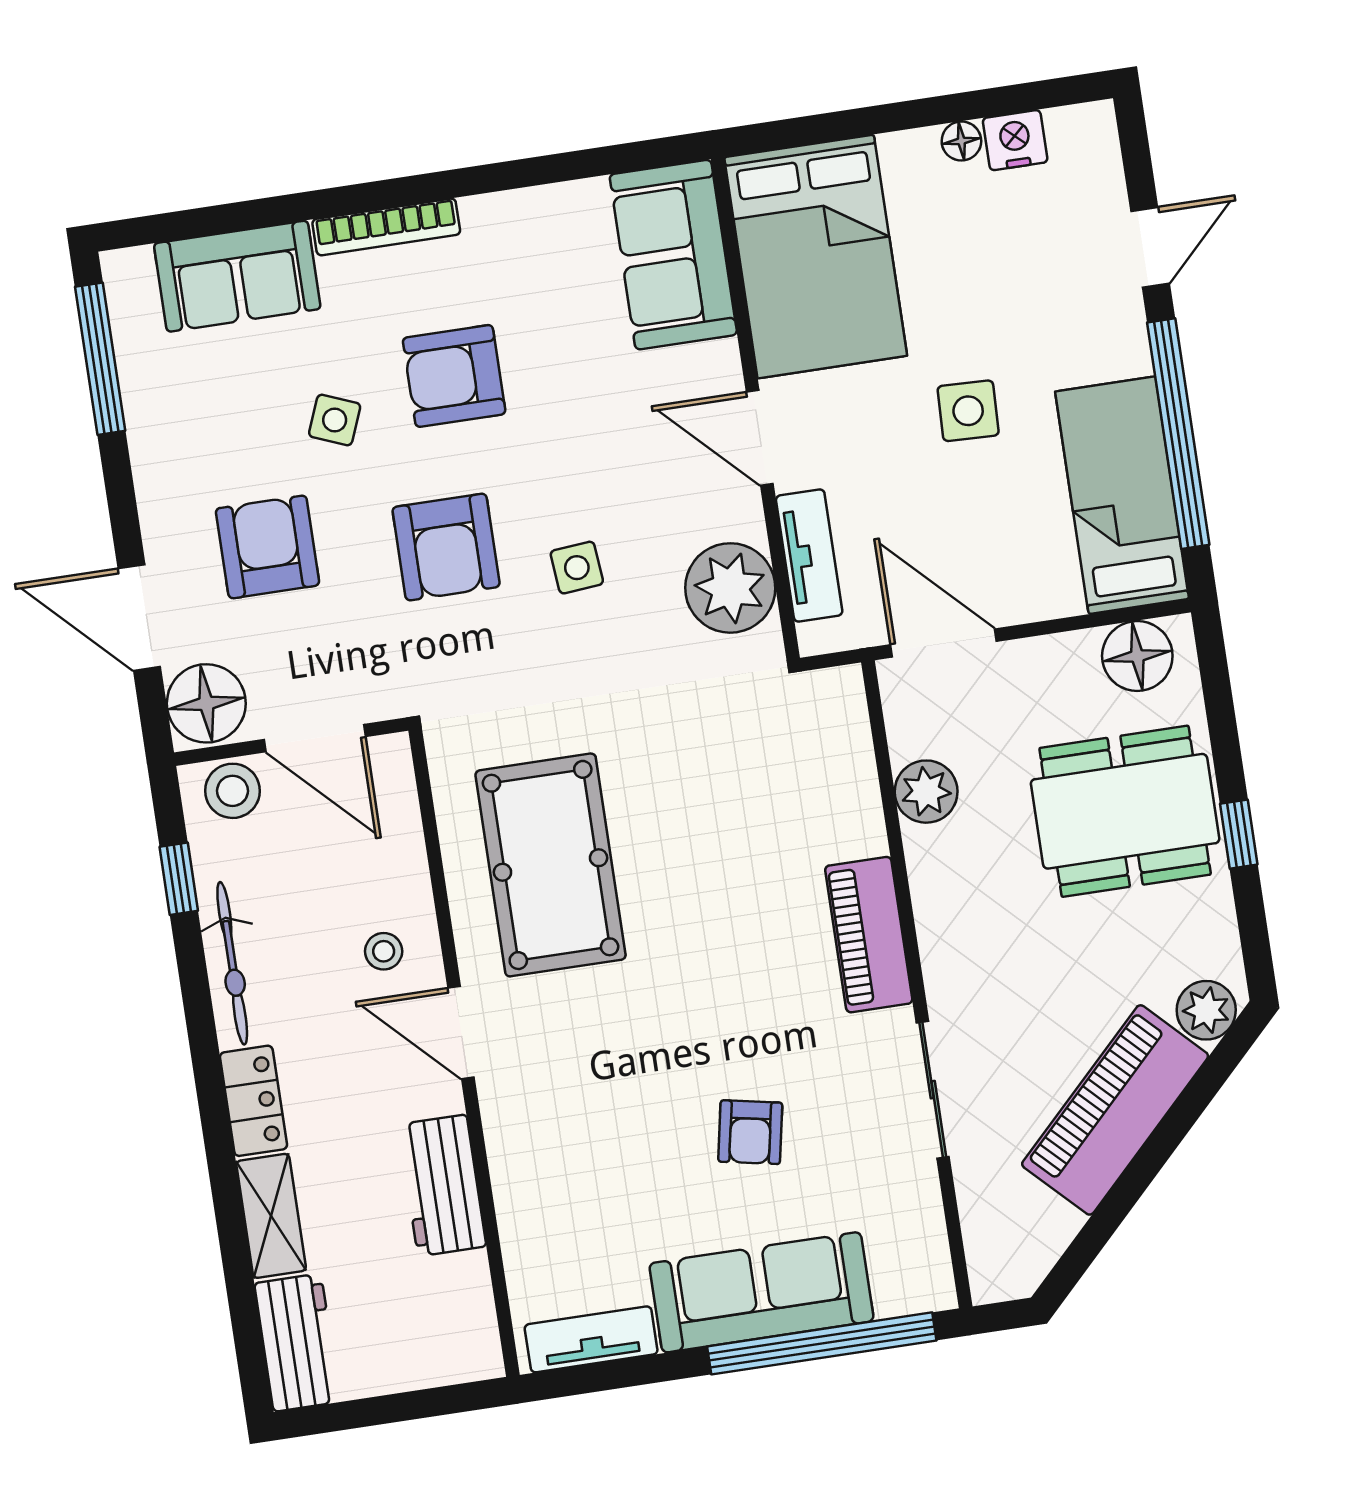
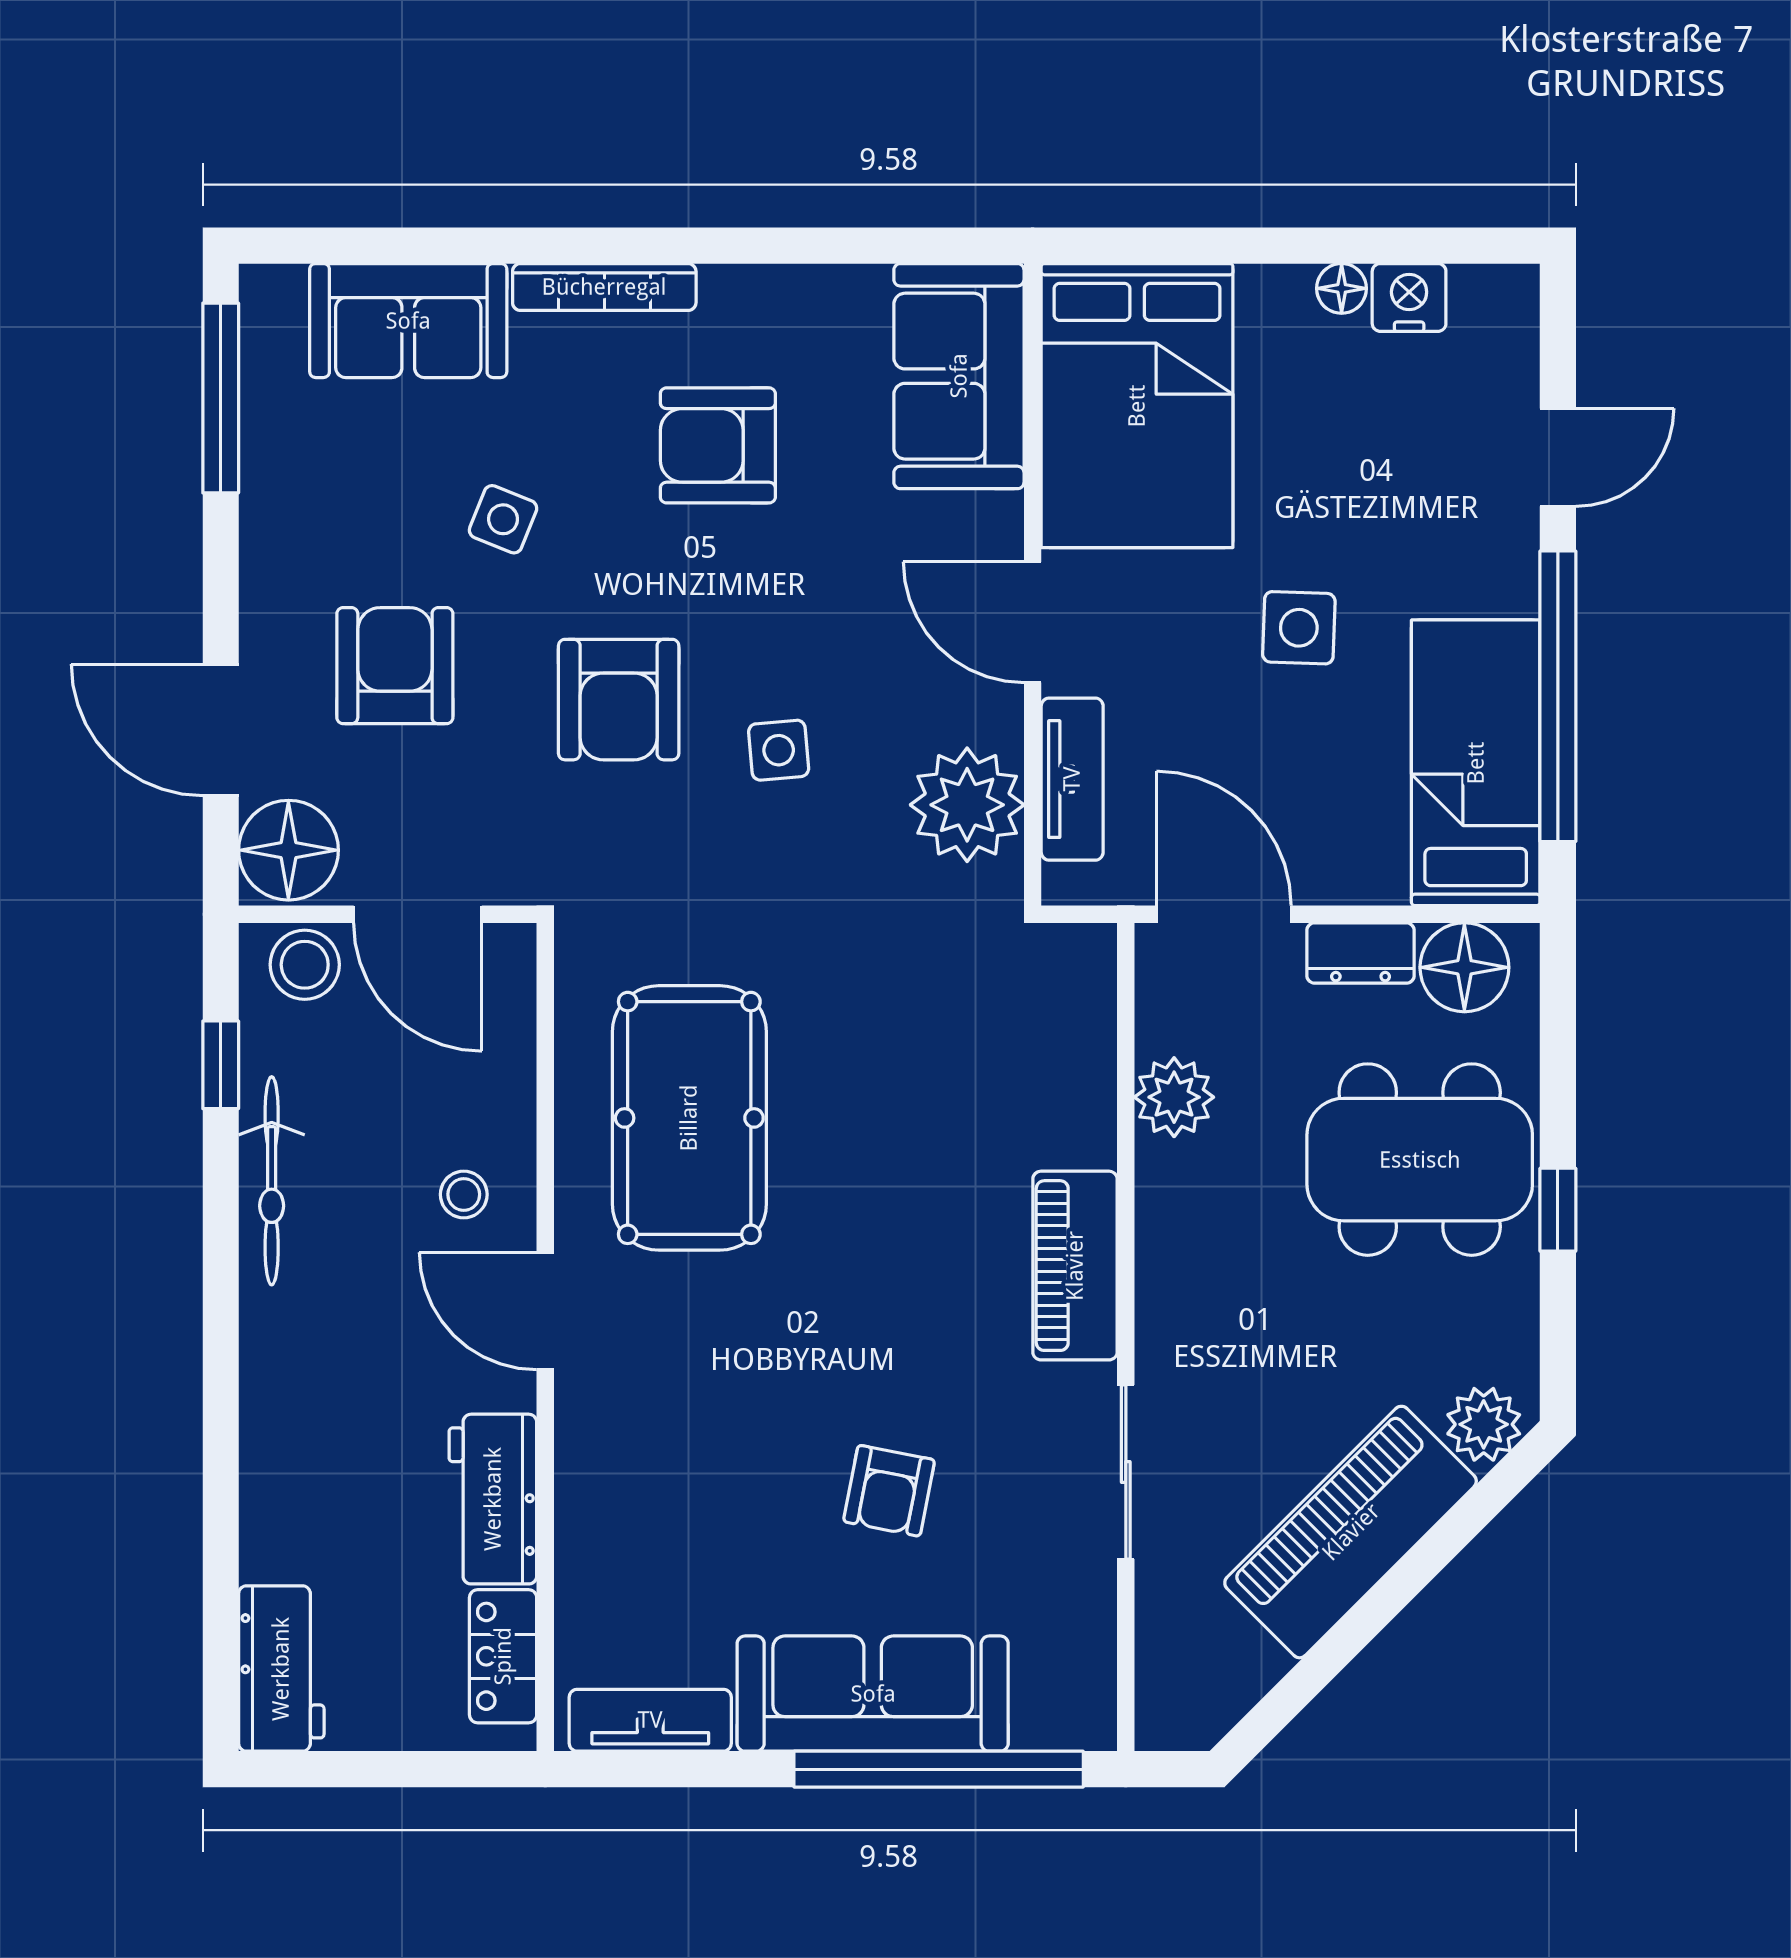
armchair: (454, 376) -> (718, 445), moved
dresser: (1055, 657) -> (1361, 953), added
locker: (253, 1101) -> (503, 1656), moved, turned 180
shelving: (271, 1216) -> (272, 1505), removed

